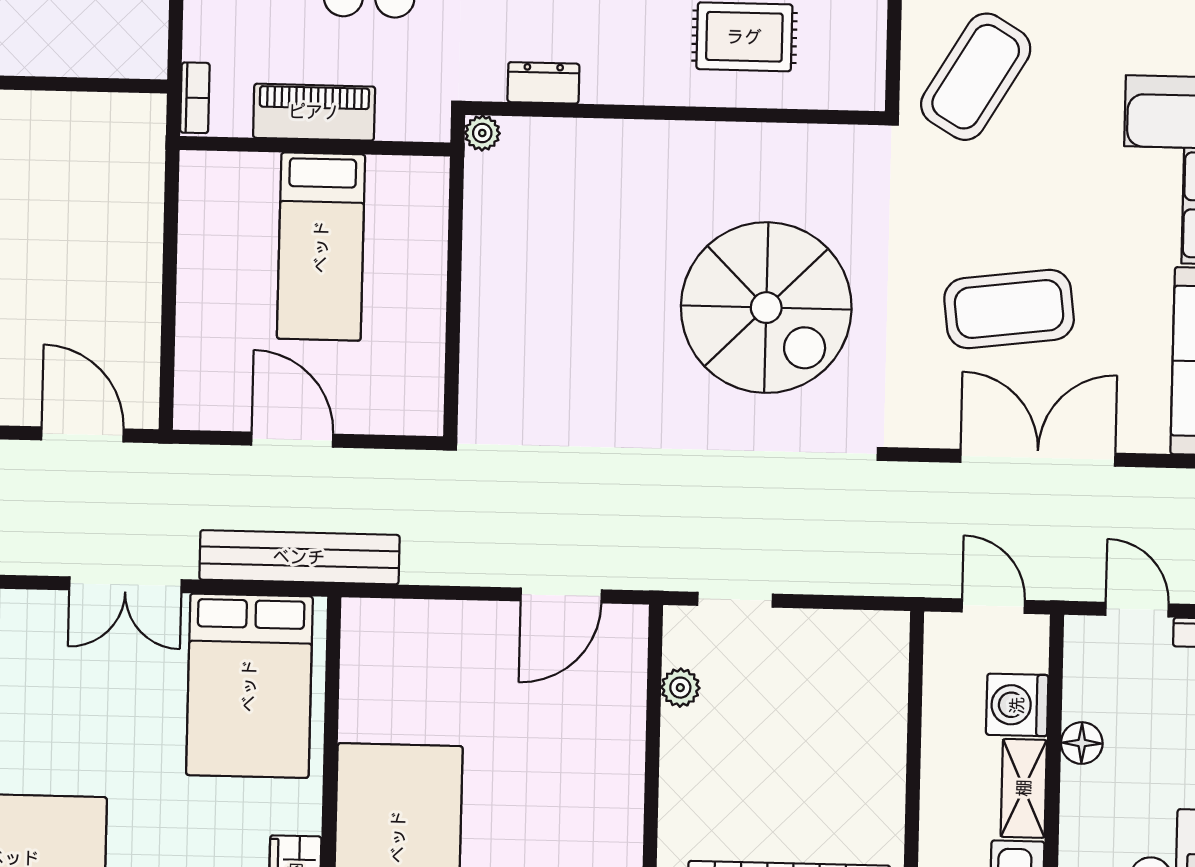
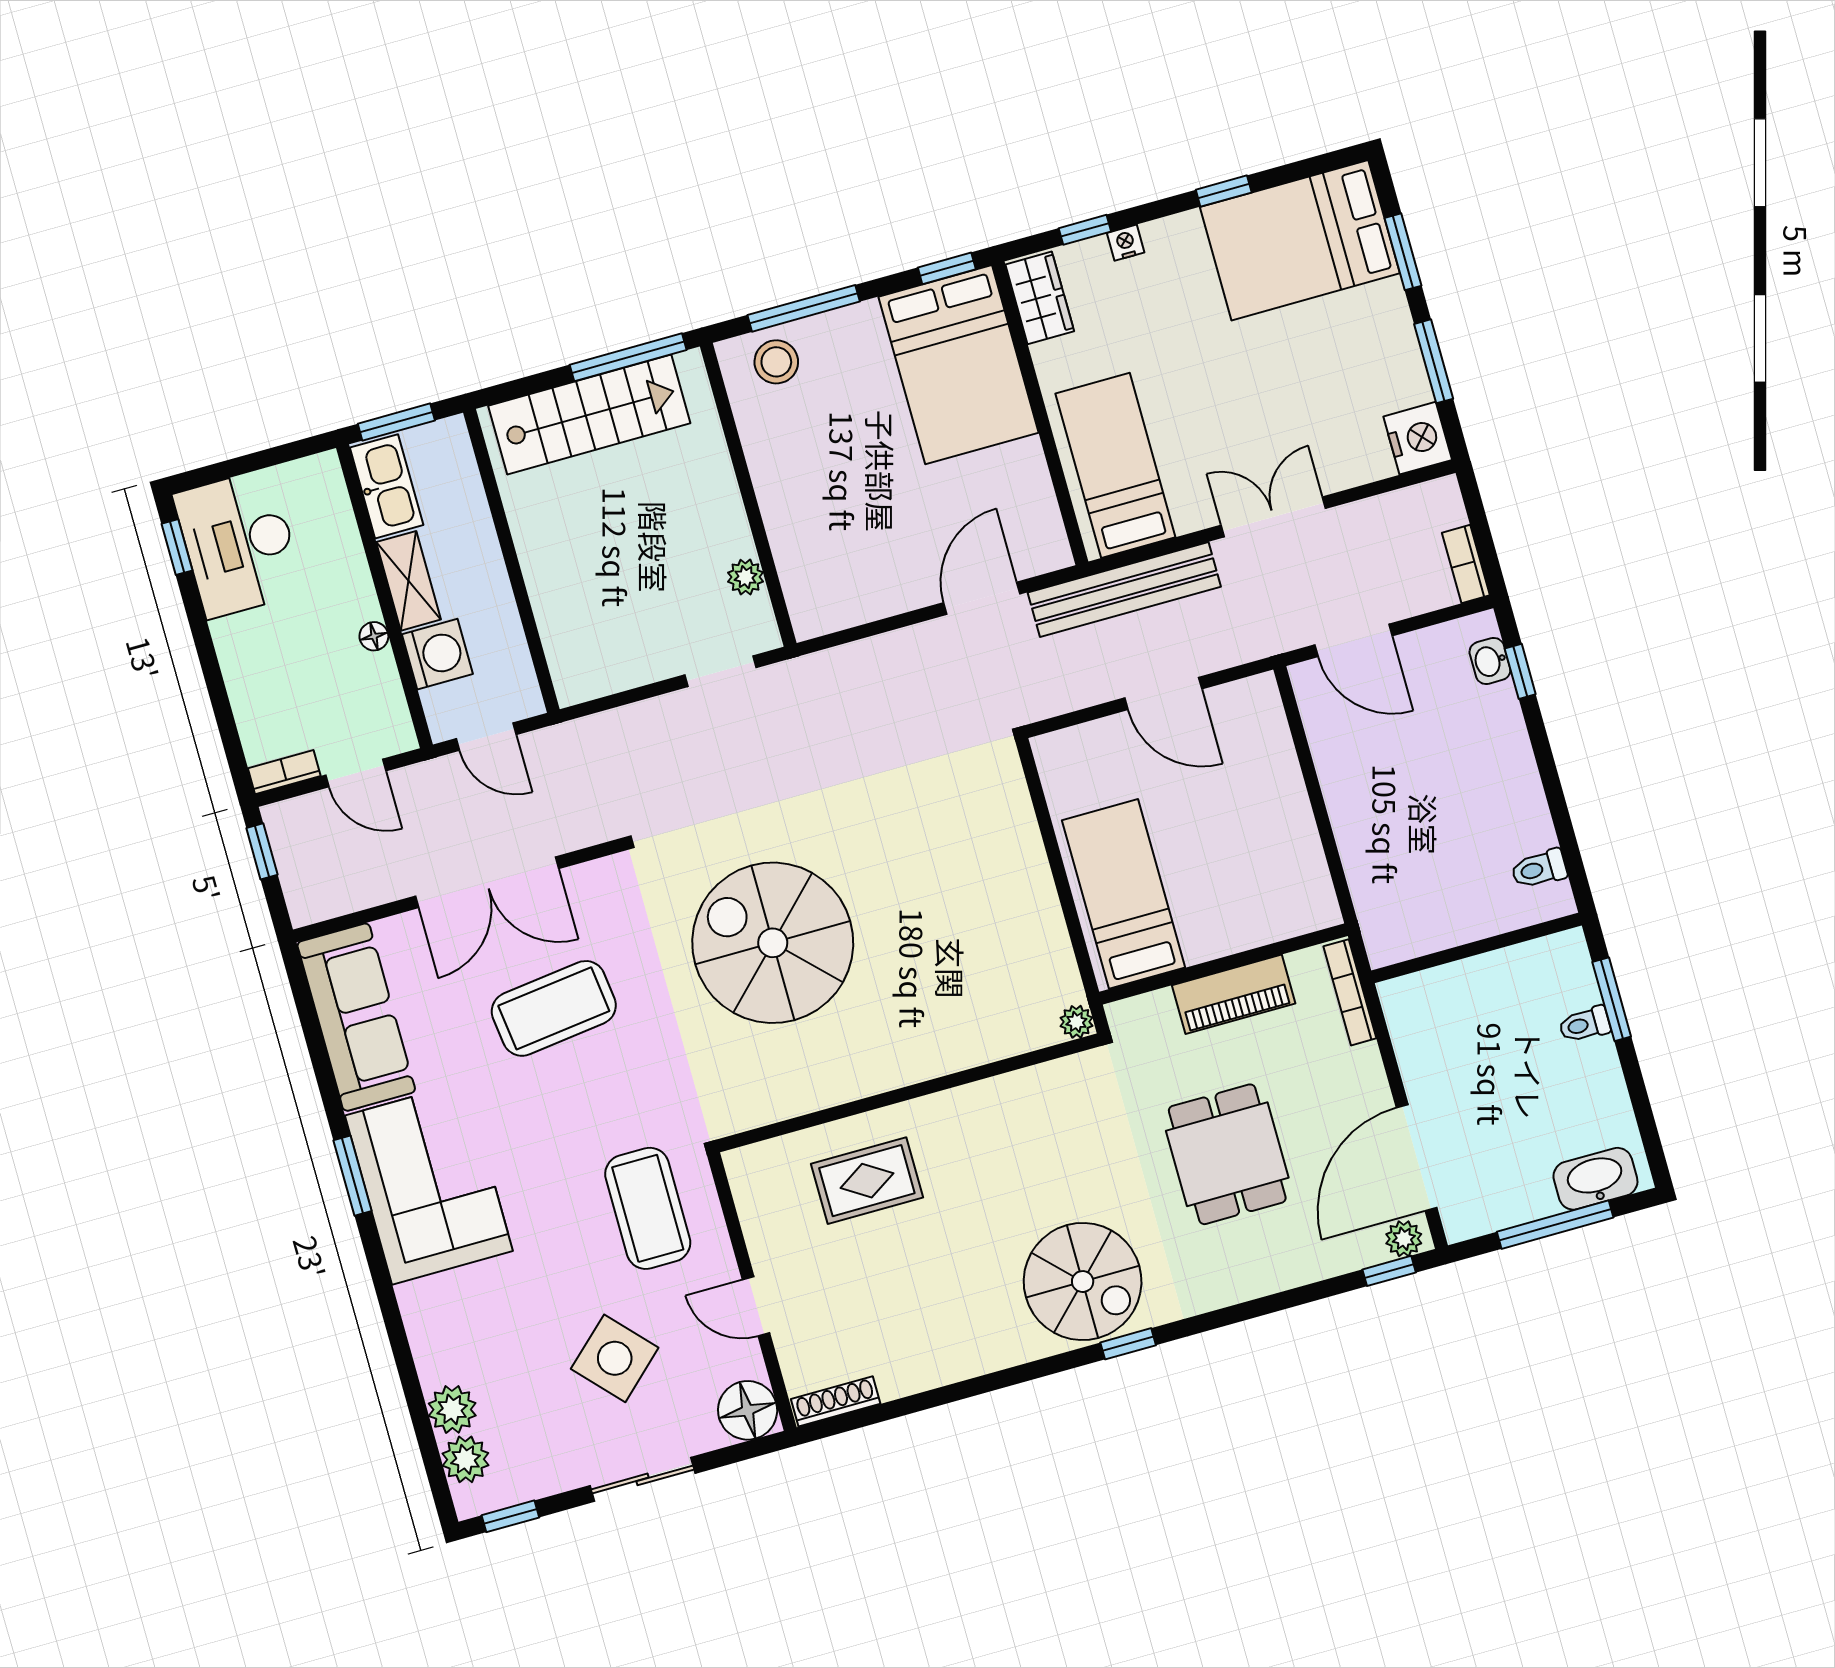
coffee table: (976, 77) -> (648, 1208), turned -31
dresser: (543, 83) -> (1035, 1084), removed
bookcase: (195, 98) -> (1350, 992), width x1.56
bed: (321, 247) -> (1124, 894), moved
door: (561, 595) -> (982, 598), moved
bed: (249, 686) -> (1115, 465), width x0.67
floor lamp: (1082, 743) -> (374, 636), width x0.73, depth x0.73

